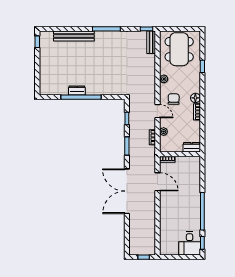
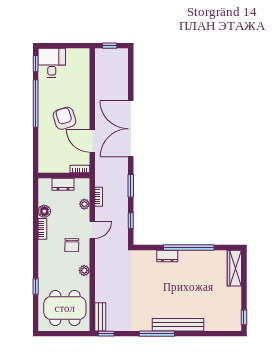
bench: (74, 36) -> (178, 325), moved
dining table: (179, 49) -> (65, 308), turned 90
wardrobe: (45, 81) -> (234, 268), added
dresser: (77, 90) -> (167, 256), moved
floor lamp: (195, 98) -> (44, 211), moved
door: (157, 111) -> (92, 230), swing flipped
dresser: (192, 147) -> (63, 184), moved
double door: (127, 191) -> (131, 129), swing flipped
armchair: (179, 200) -> (64, 118), added

